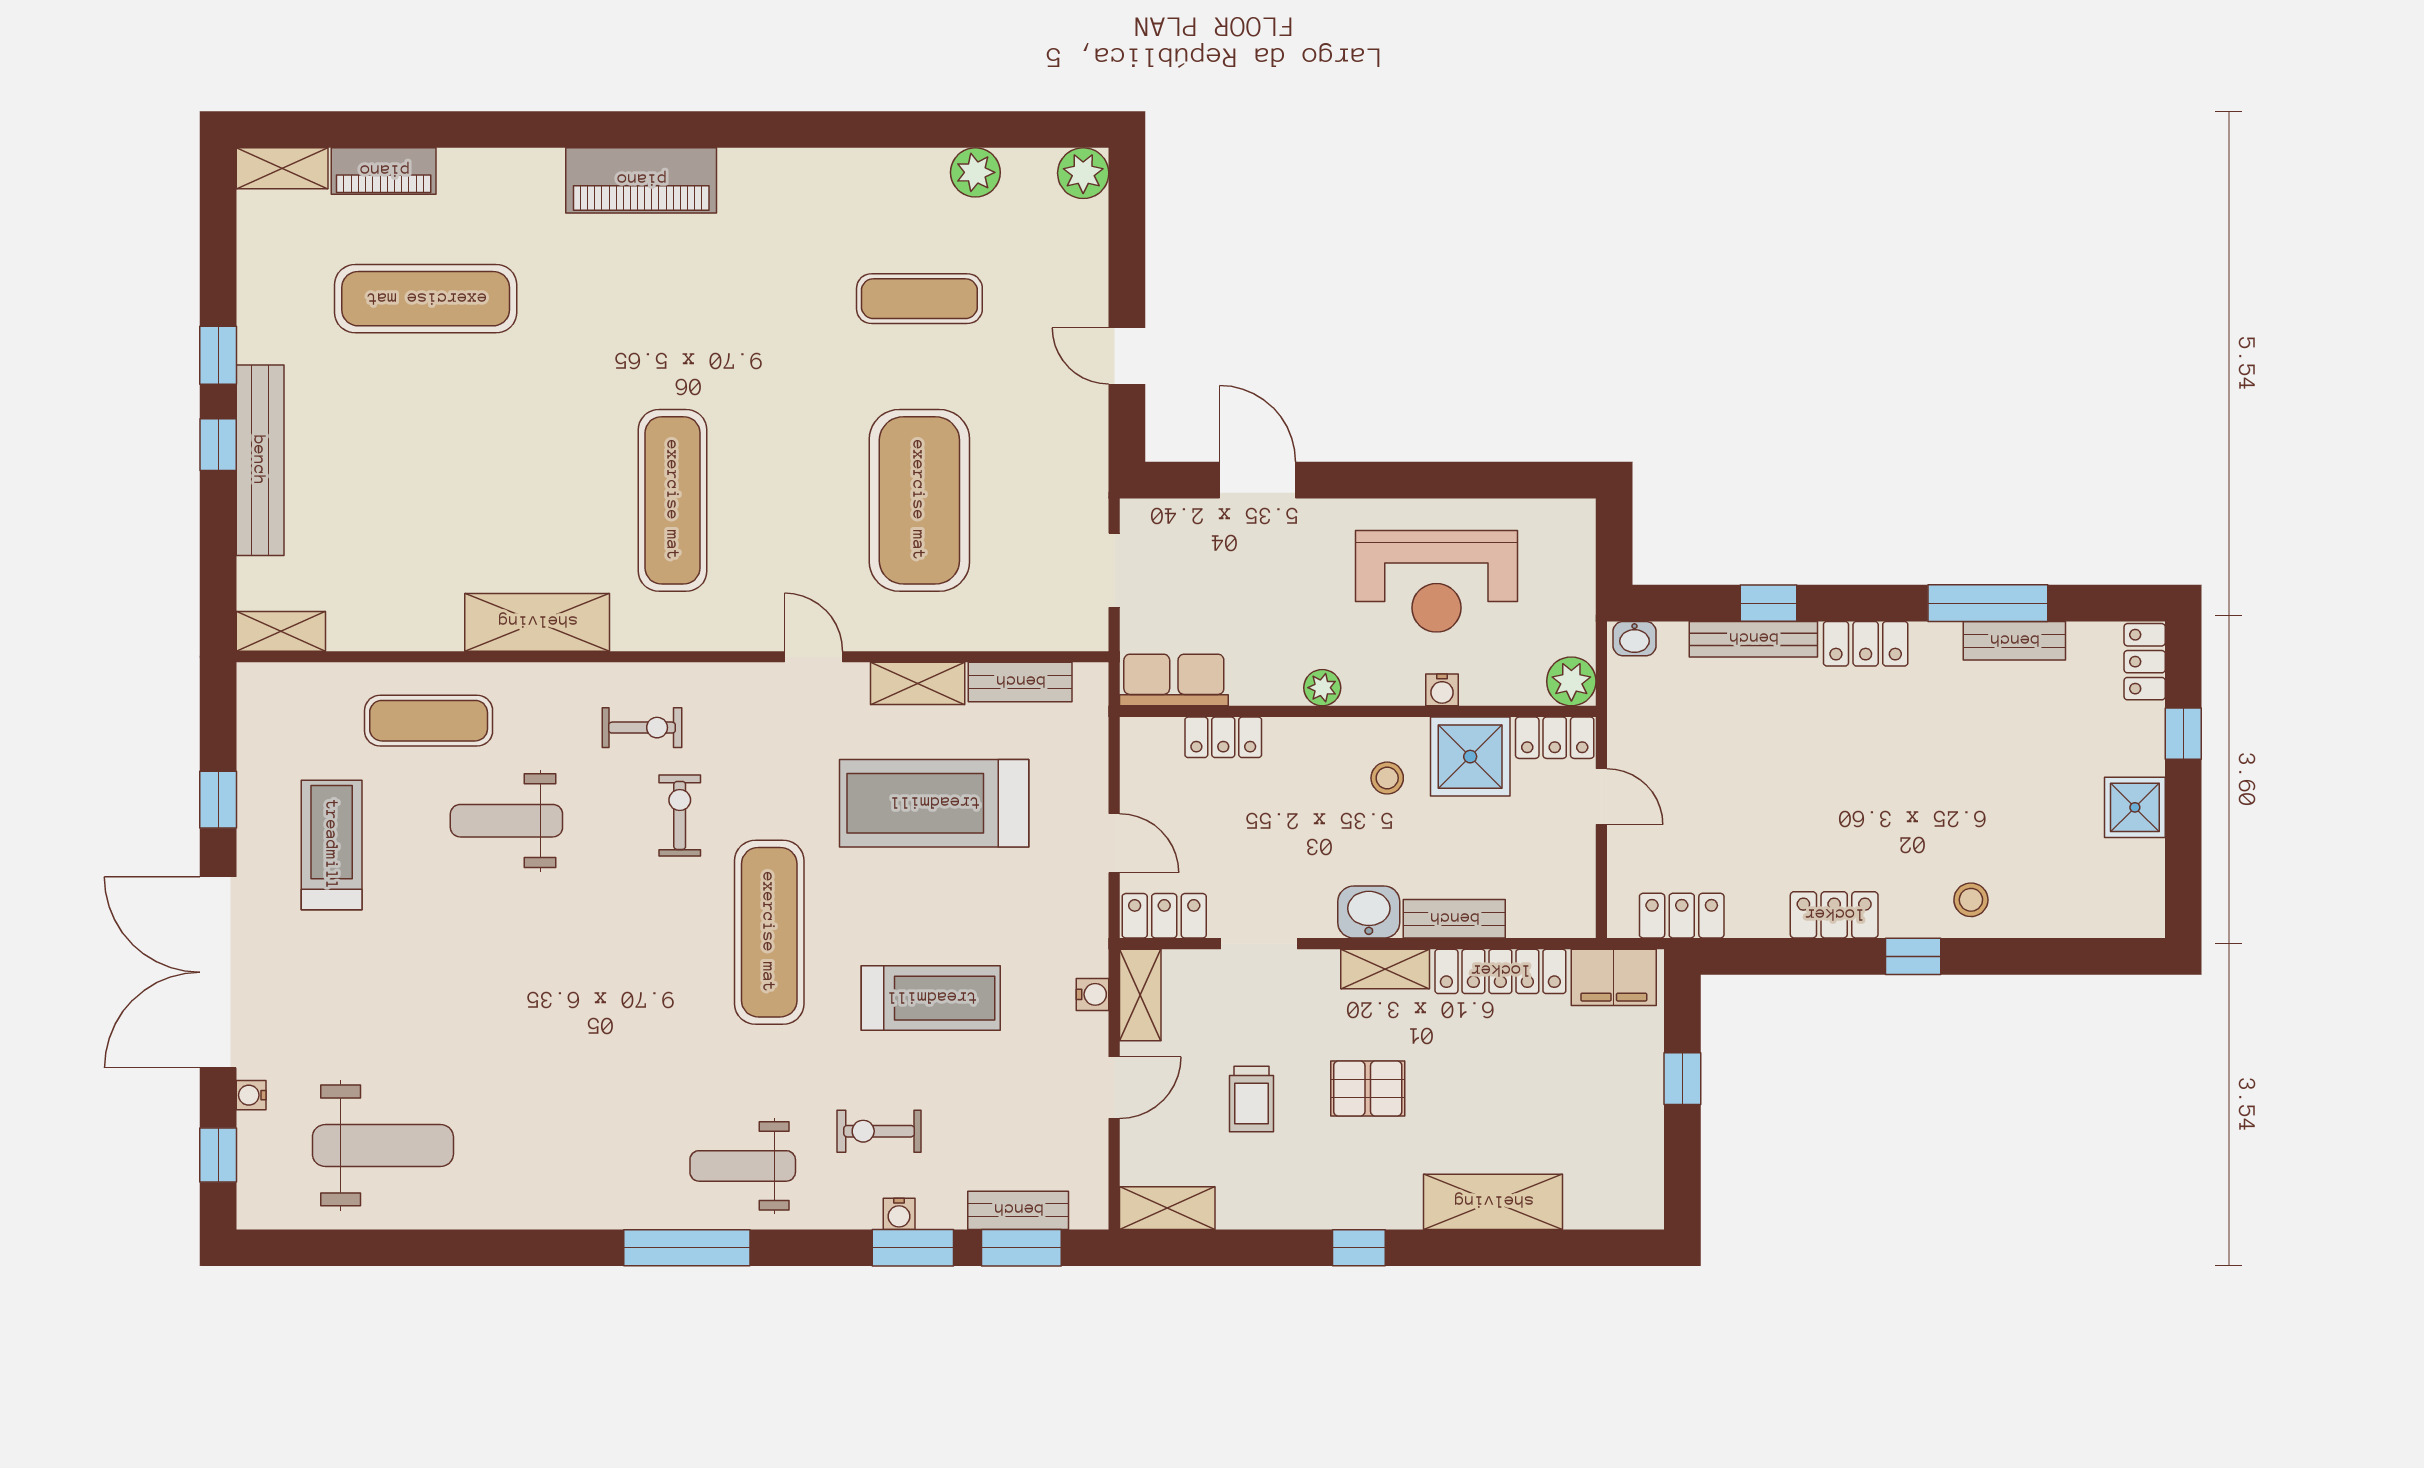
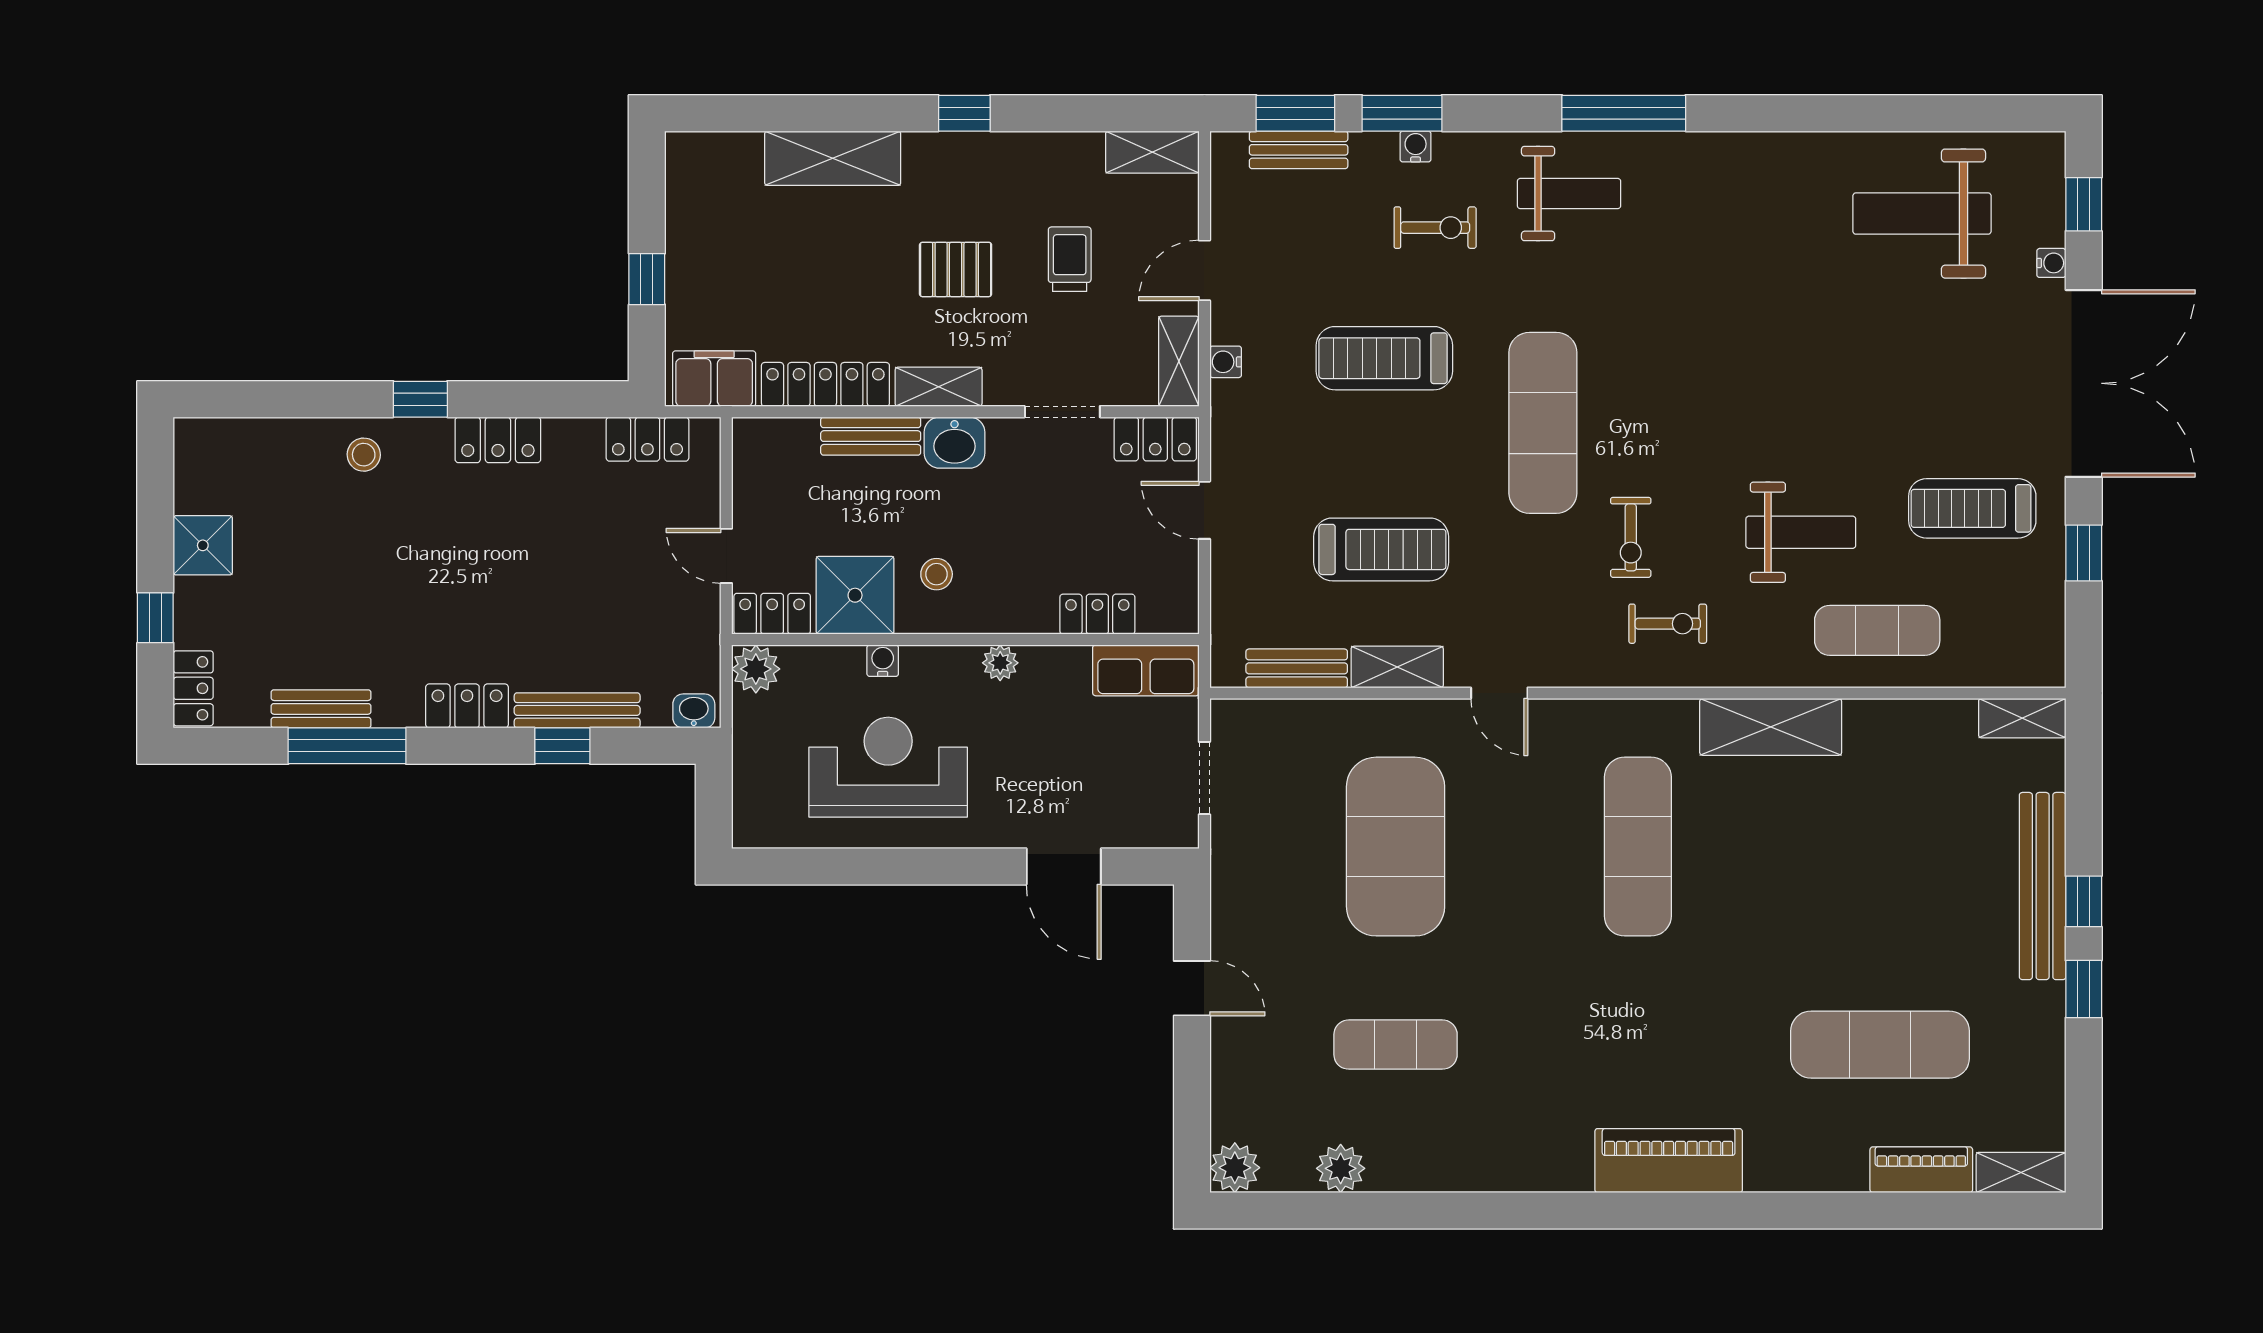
exercise bike: (642, 728) -> (1668, 624), turned 180
treadmill: (934, 803) -> (1381, 549), width x0.73, depth x0.73
treadmill: (332, 845) -> (1972, 508), turned 90

